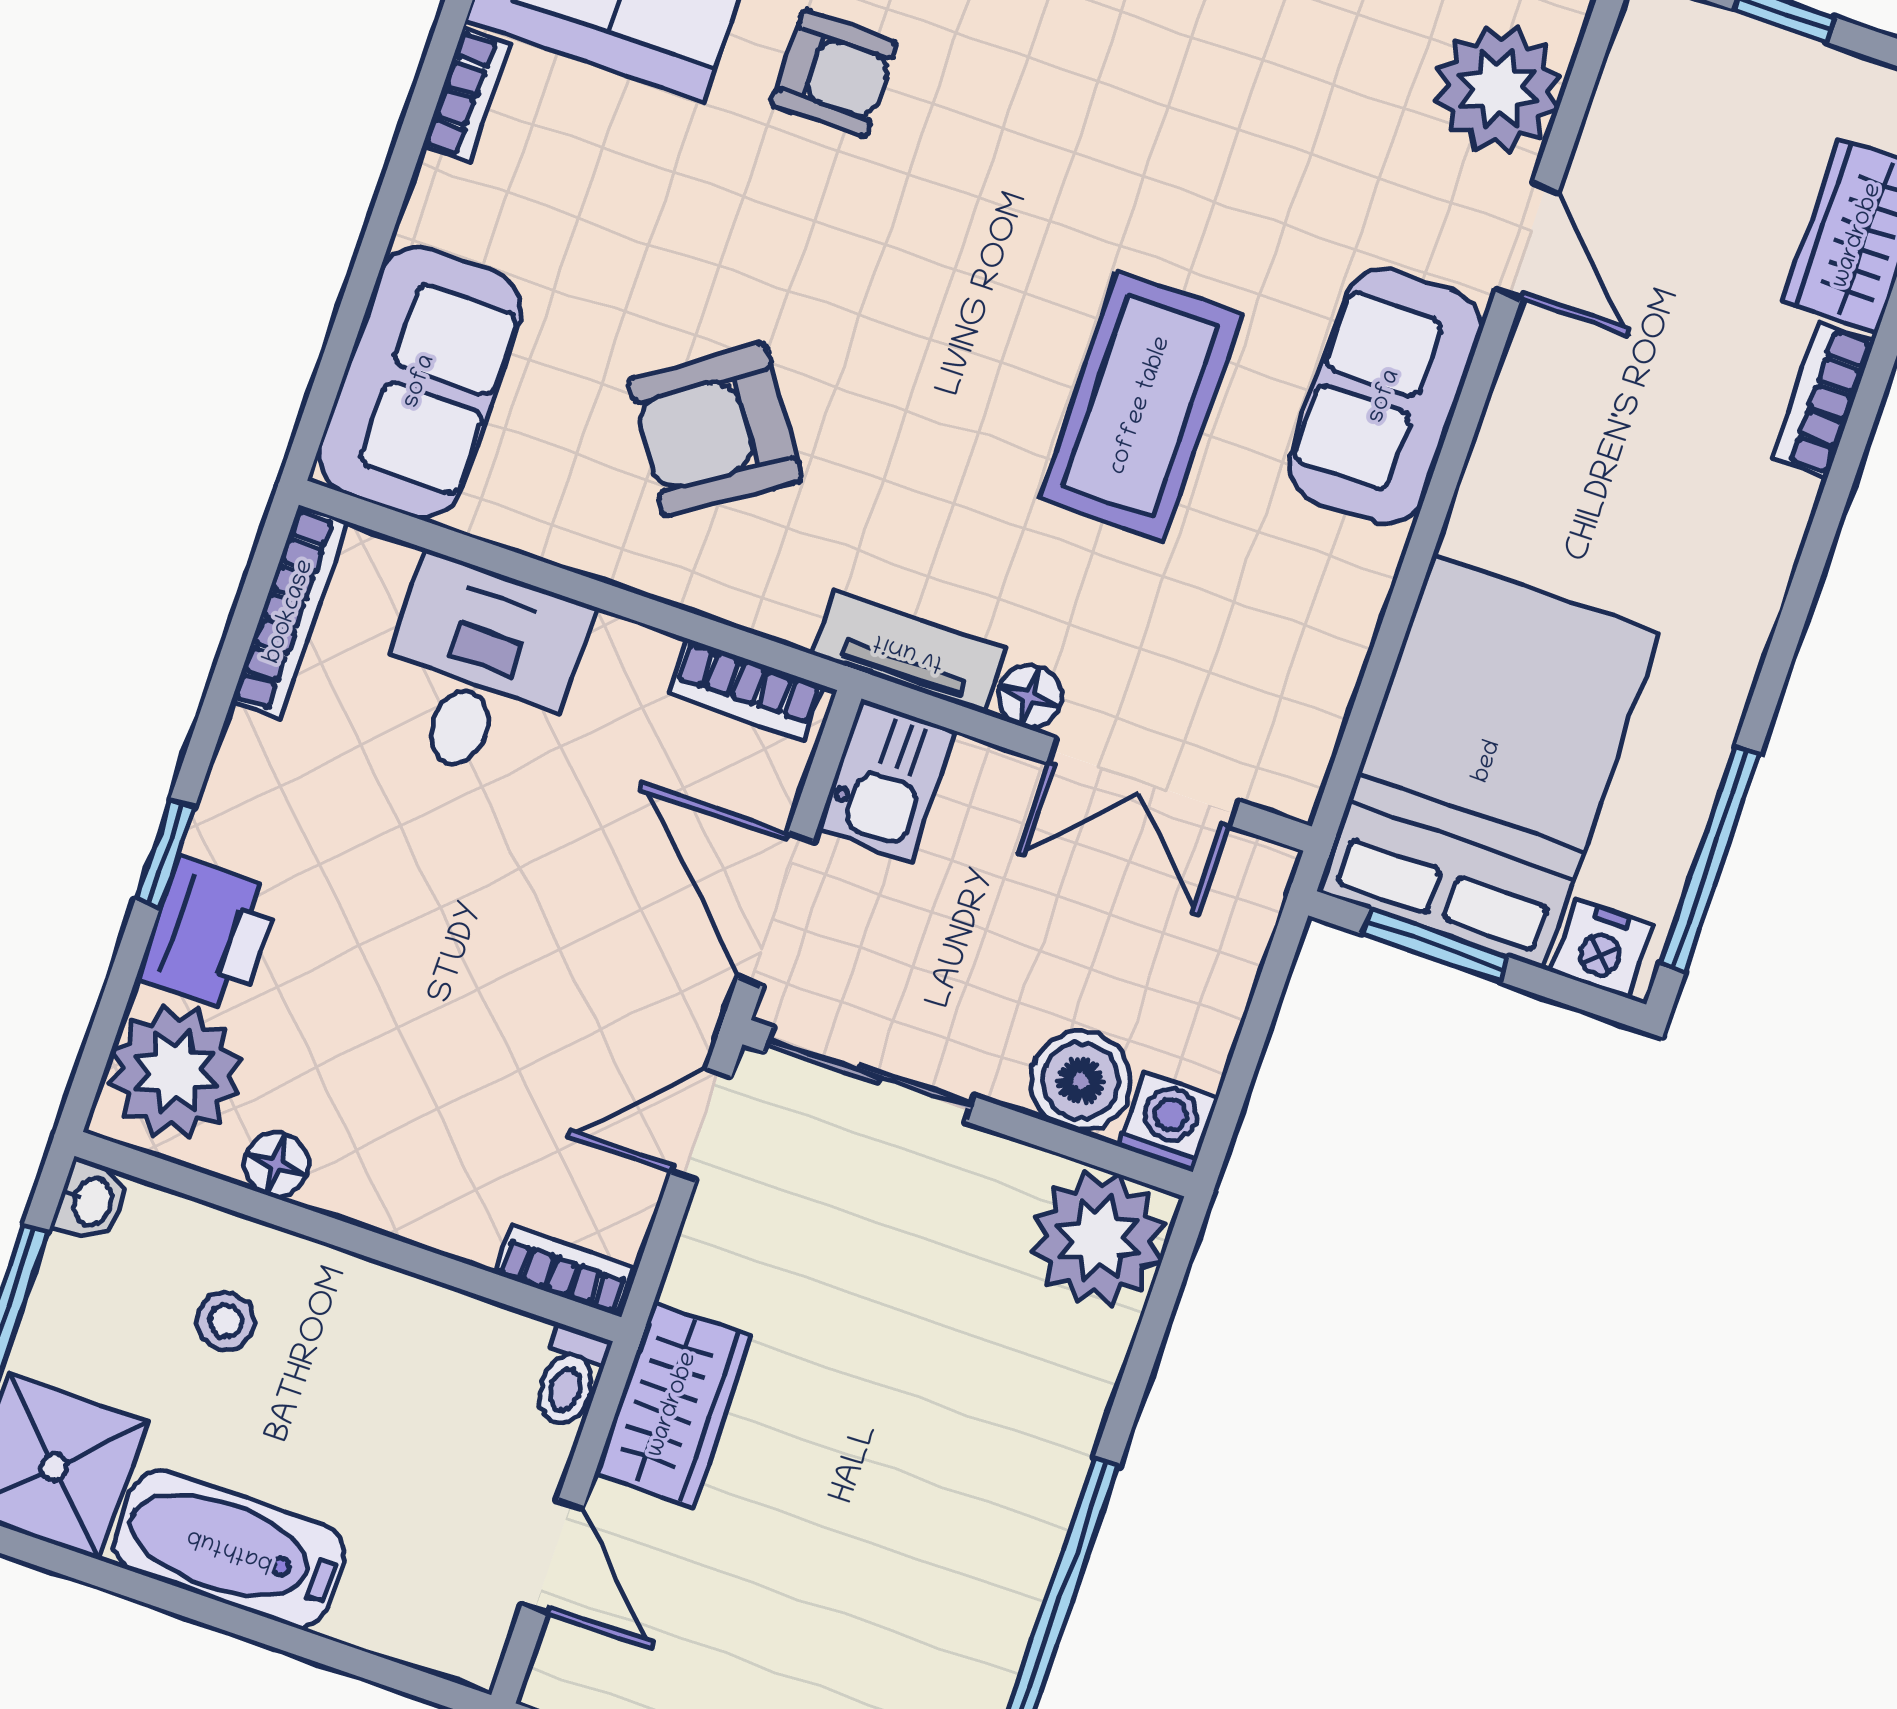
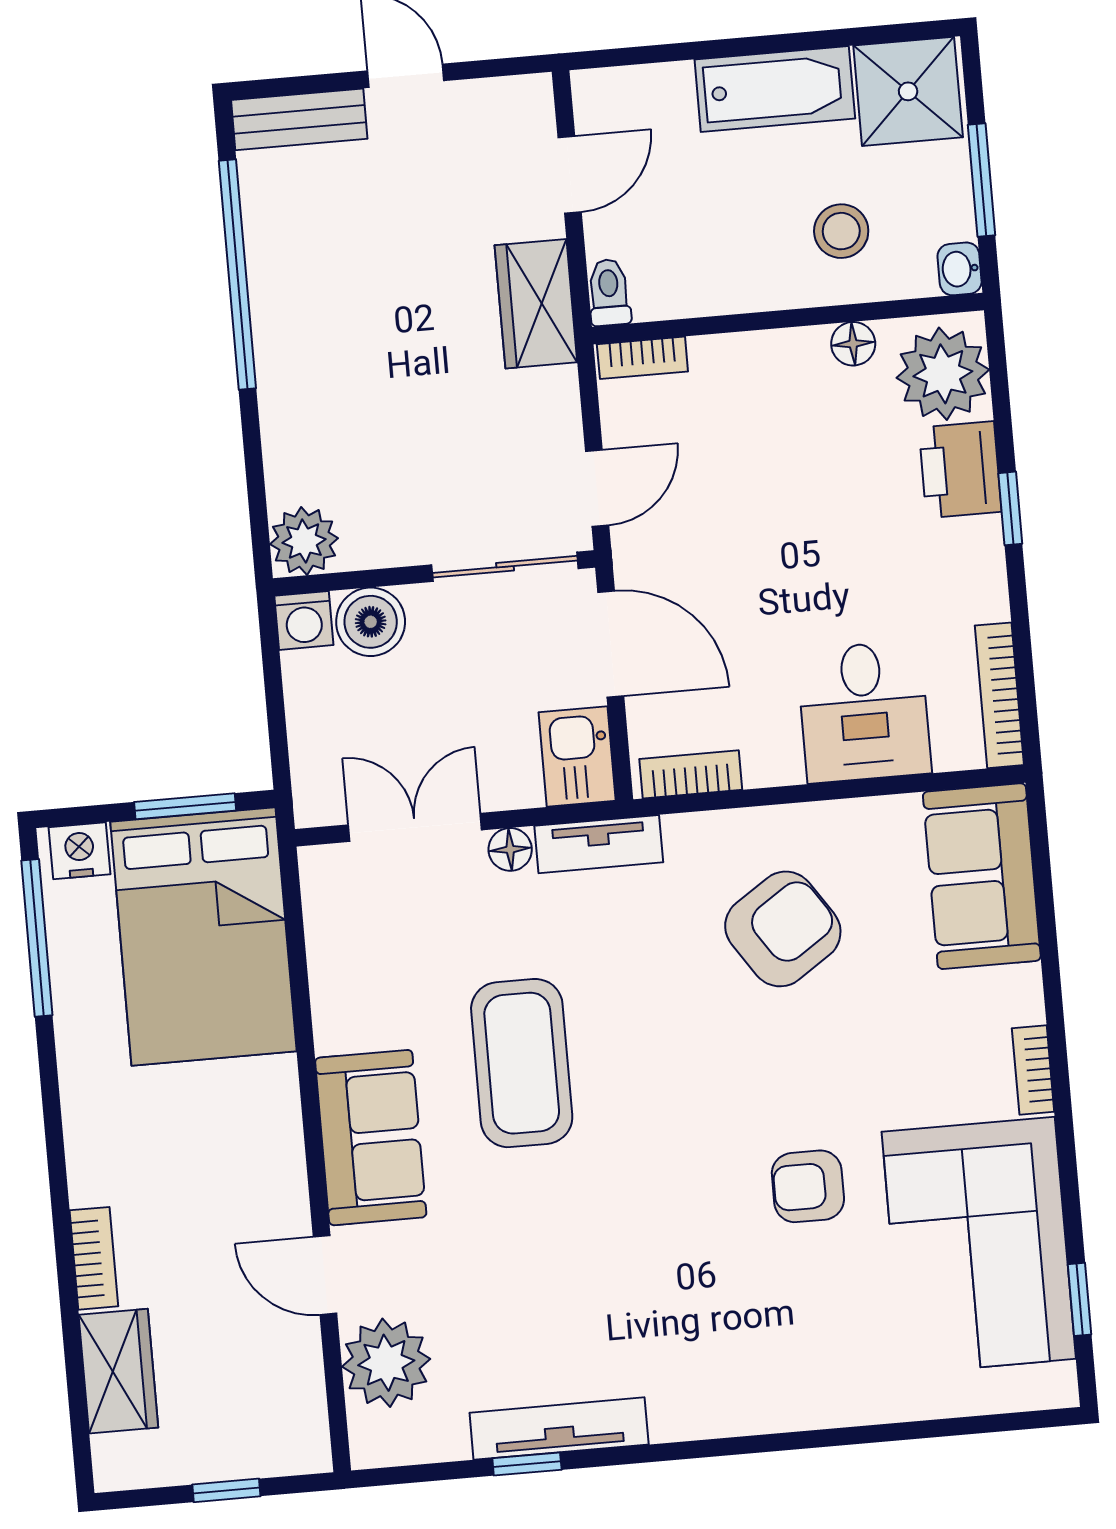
plant: (1098, 1238) -> (304, 541), width x0.73, depth x0.73
stool: (226, 1321) -> (841, 231), width x1.37, depth x1.37
door: (552, 1557) -> (570, 175), swing flipped

